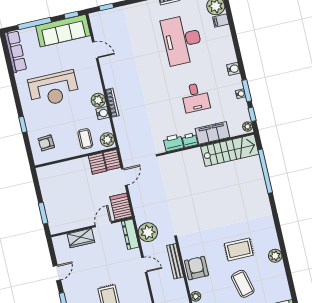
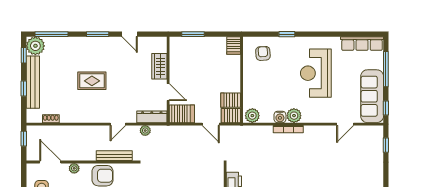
coffee table: (85, 139) -> (258, 94), removed
server rack: (45, 172) -> (234, 46), added
plant: (148, 232) -> (145, 131), width x0.53, depth x0.53

